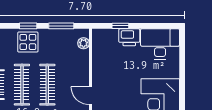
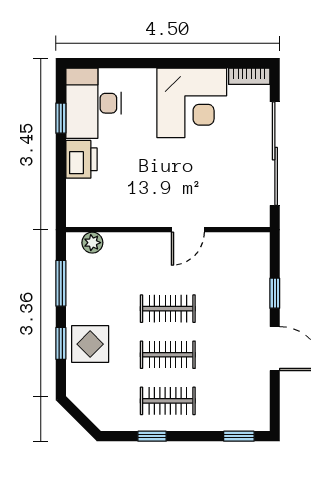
window: (120, 26) -> (61, 118), moved
clothes rail: (22, 85) -> (168, 355), width x0.73
clothes rail: (47, 85) -> (168, 309), width x0.73

